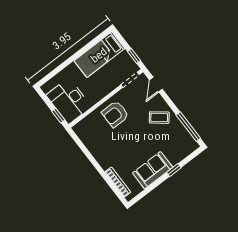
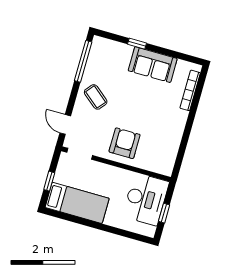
window: (134, 56) -> (49, 181), moved
door: (156, 85) -> (65, 124), swing flipped
armchair: (115, 114) -> (125, 143), turned -90
window: (58, 116) -> (164, 213), moved

